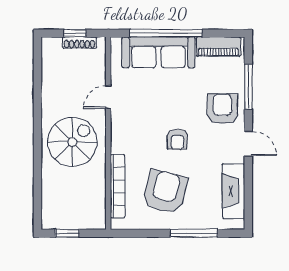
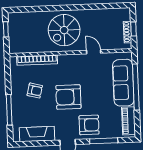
armchair: (177, 139) -> (68, 97), width x1.88, depth x1.88
spiral stairs: (72, 142) -> (64, 30), turned 90
armchair: (165, 192) -> (35, 91), width x0.53, depth x0.53

